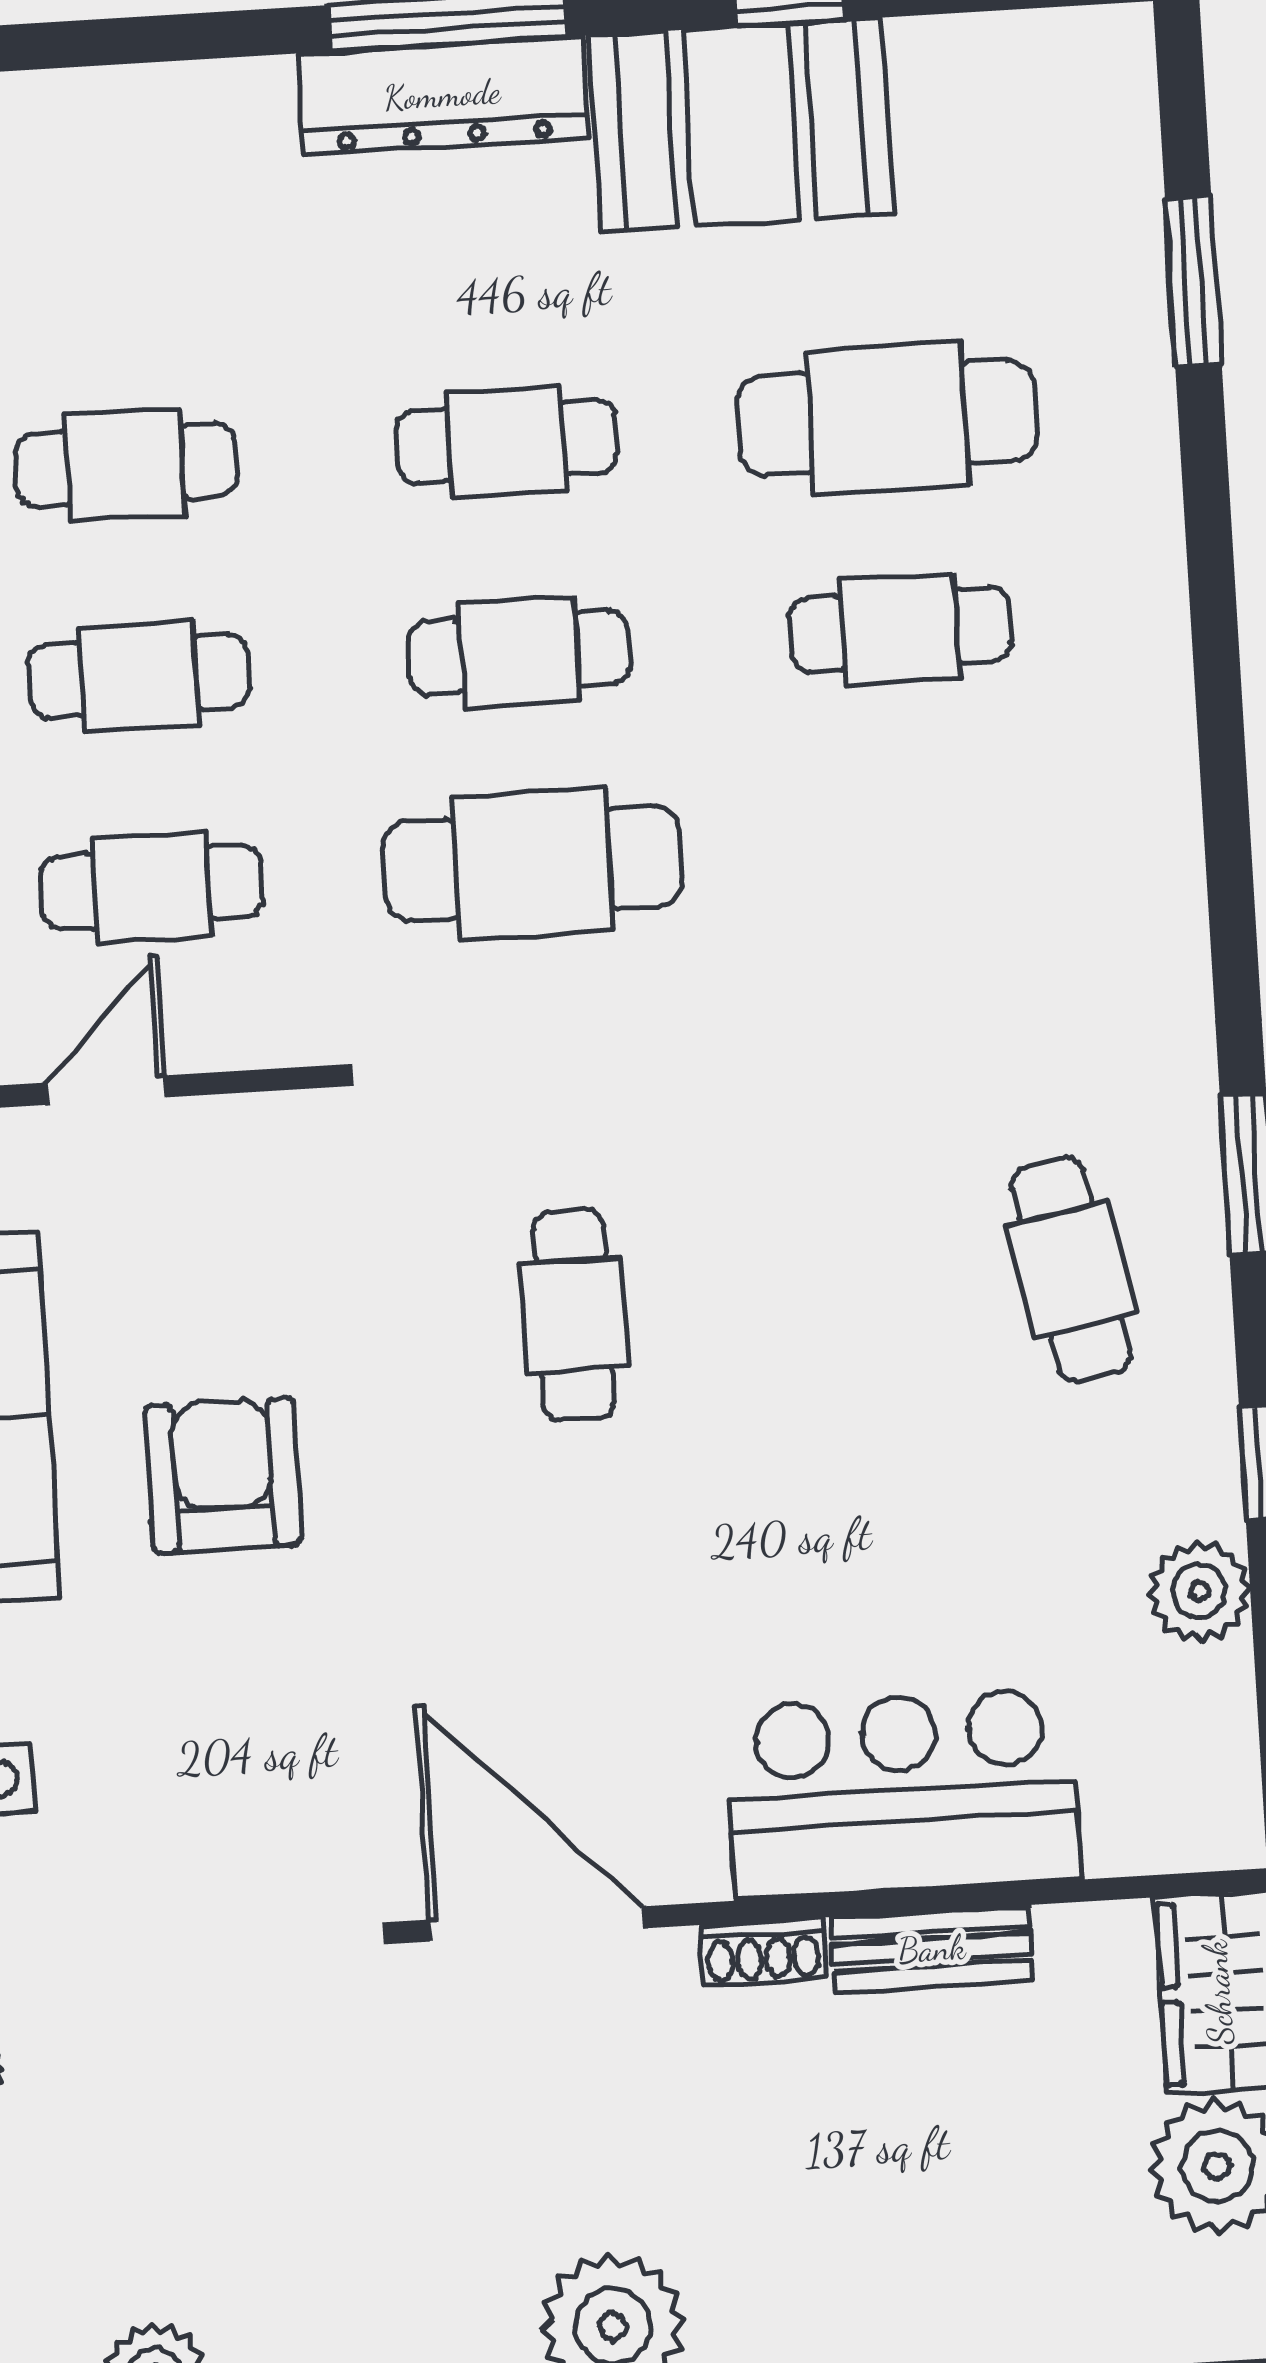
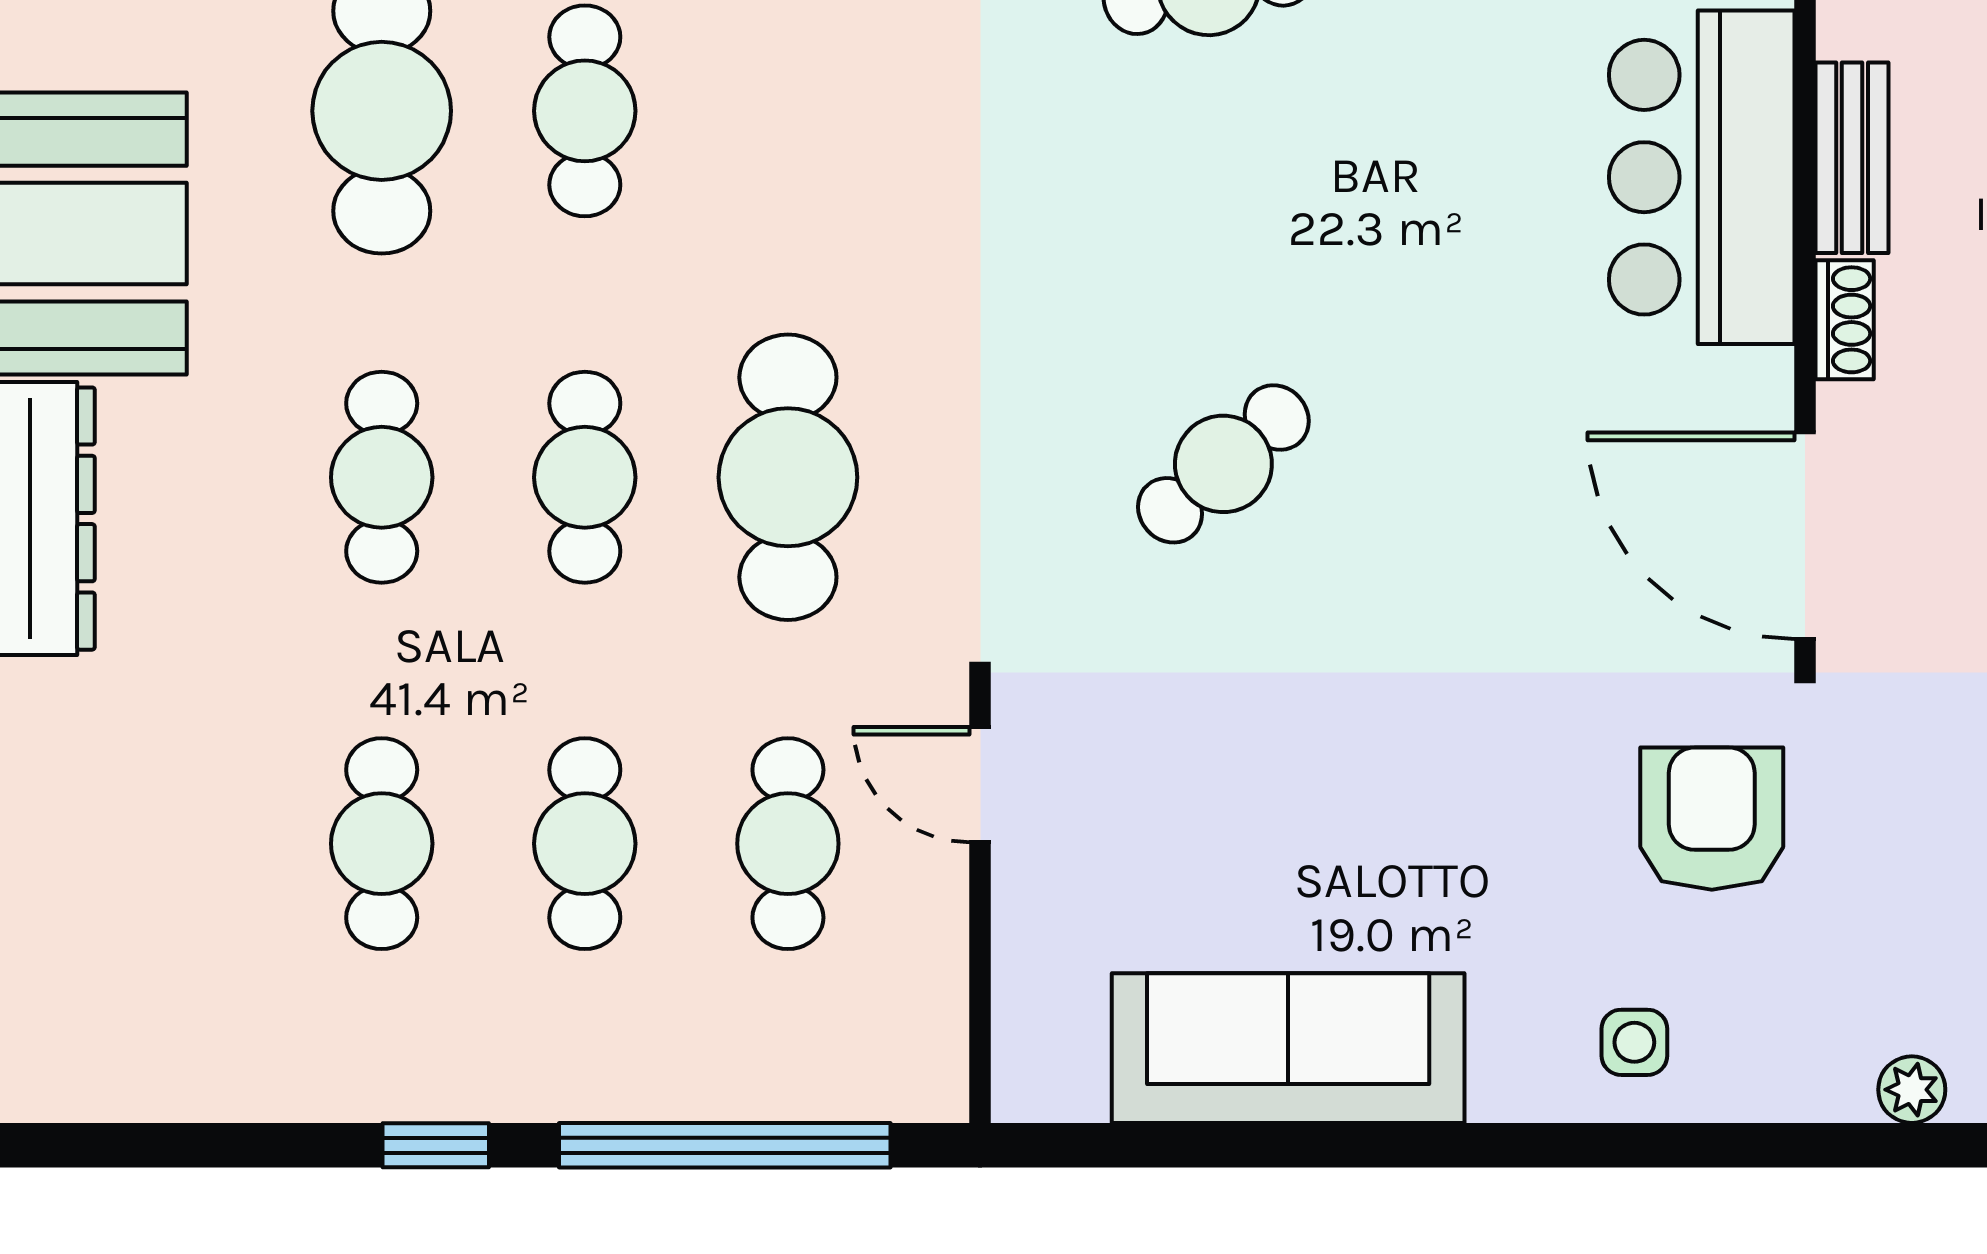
door: (106, 1090) -> (980, 785), moved
cafe table: (574, 1315) -> (1223, 464), turned -41
armchair: (223, 1475) -> (1712, 819), moved, turned 90
door: (536, 1924) -> (1805, 536), hinge flipped

